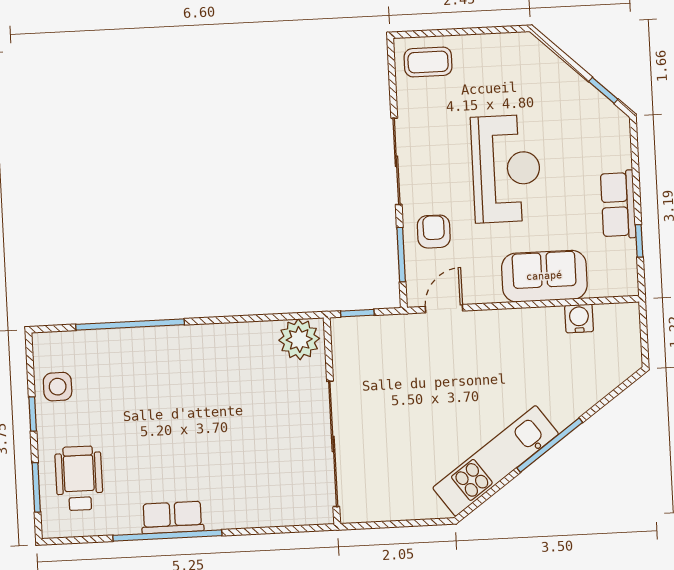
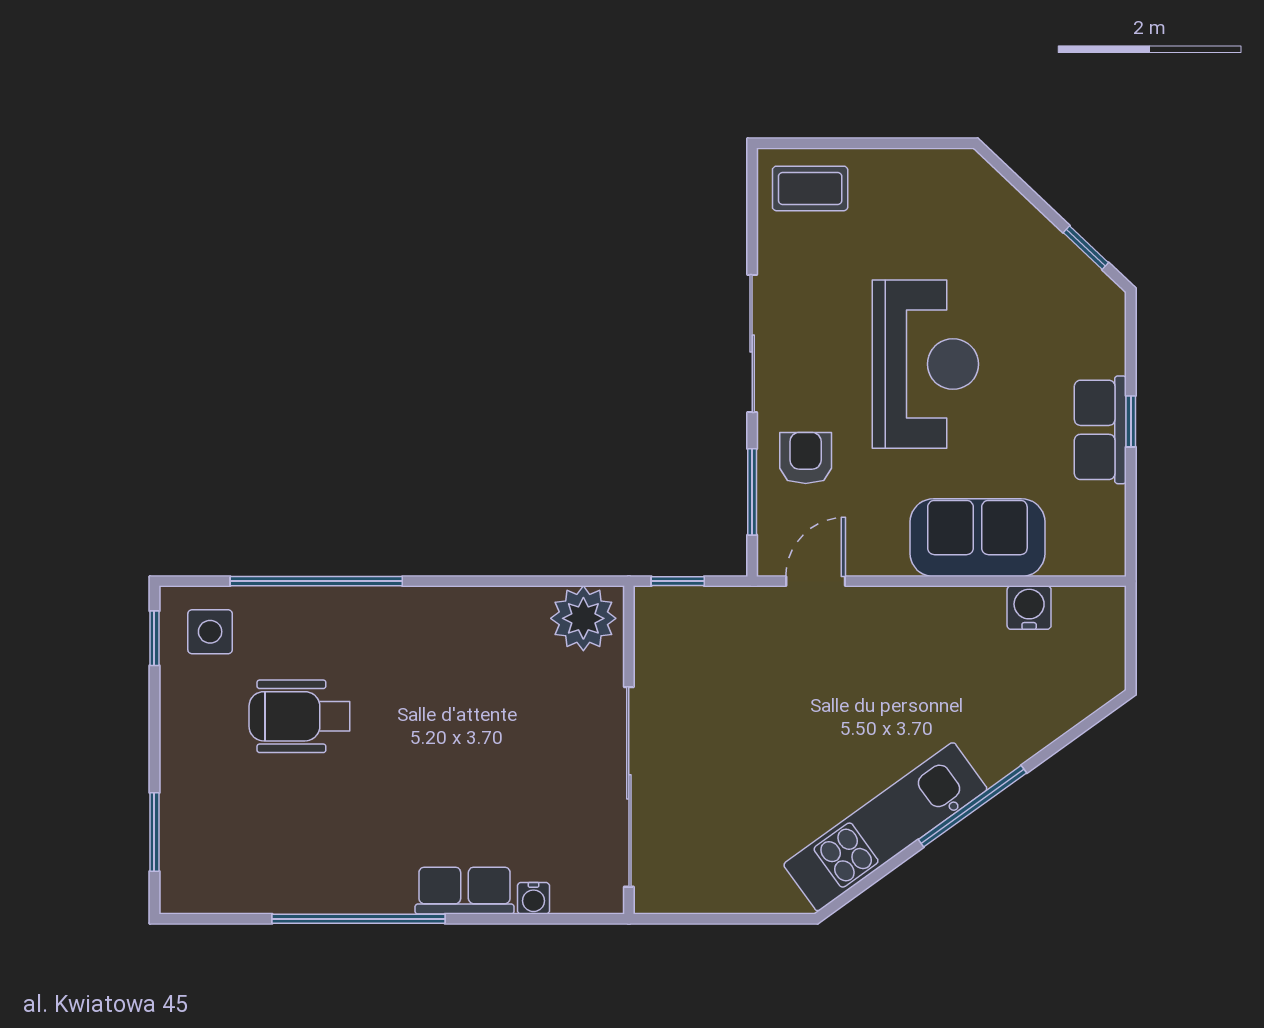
window: (639, 241) -> (1131, 421), moved
side table: (58, 387) -> (210, 632), moved
window: (33, 414) -> (154, 638), moved
wheelchair: (79, 478) -> (300, 716), moved, turned -90
row of seats: (172, 517) -> (465, 891), moved
water cooler: (277, 517) -> (533, 898), added

